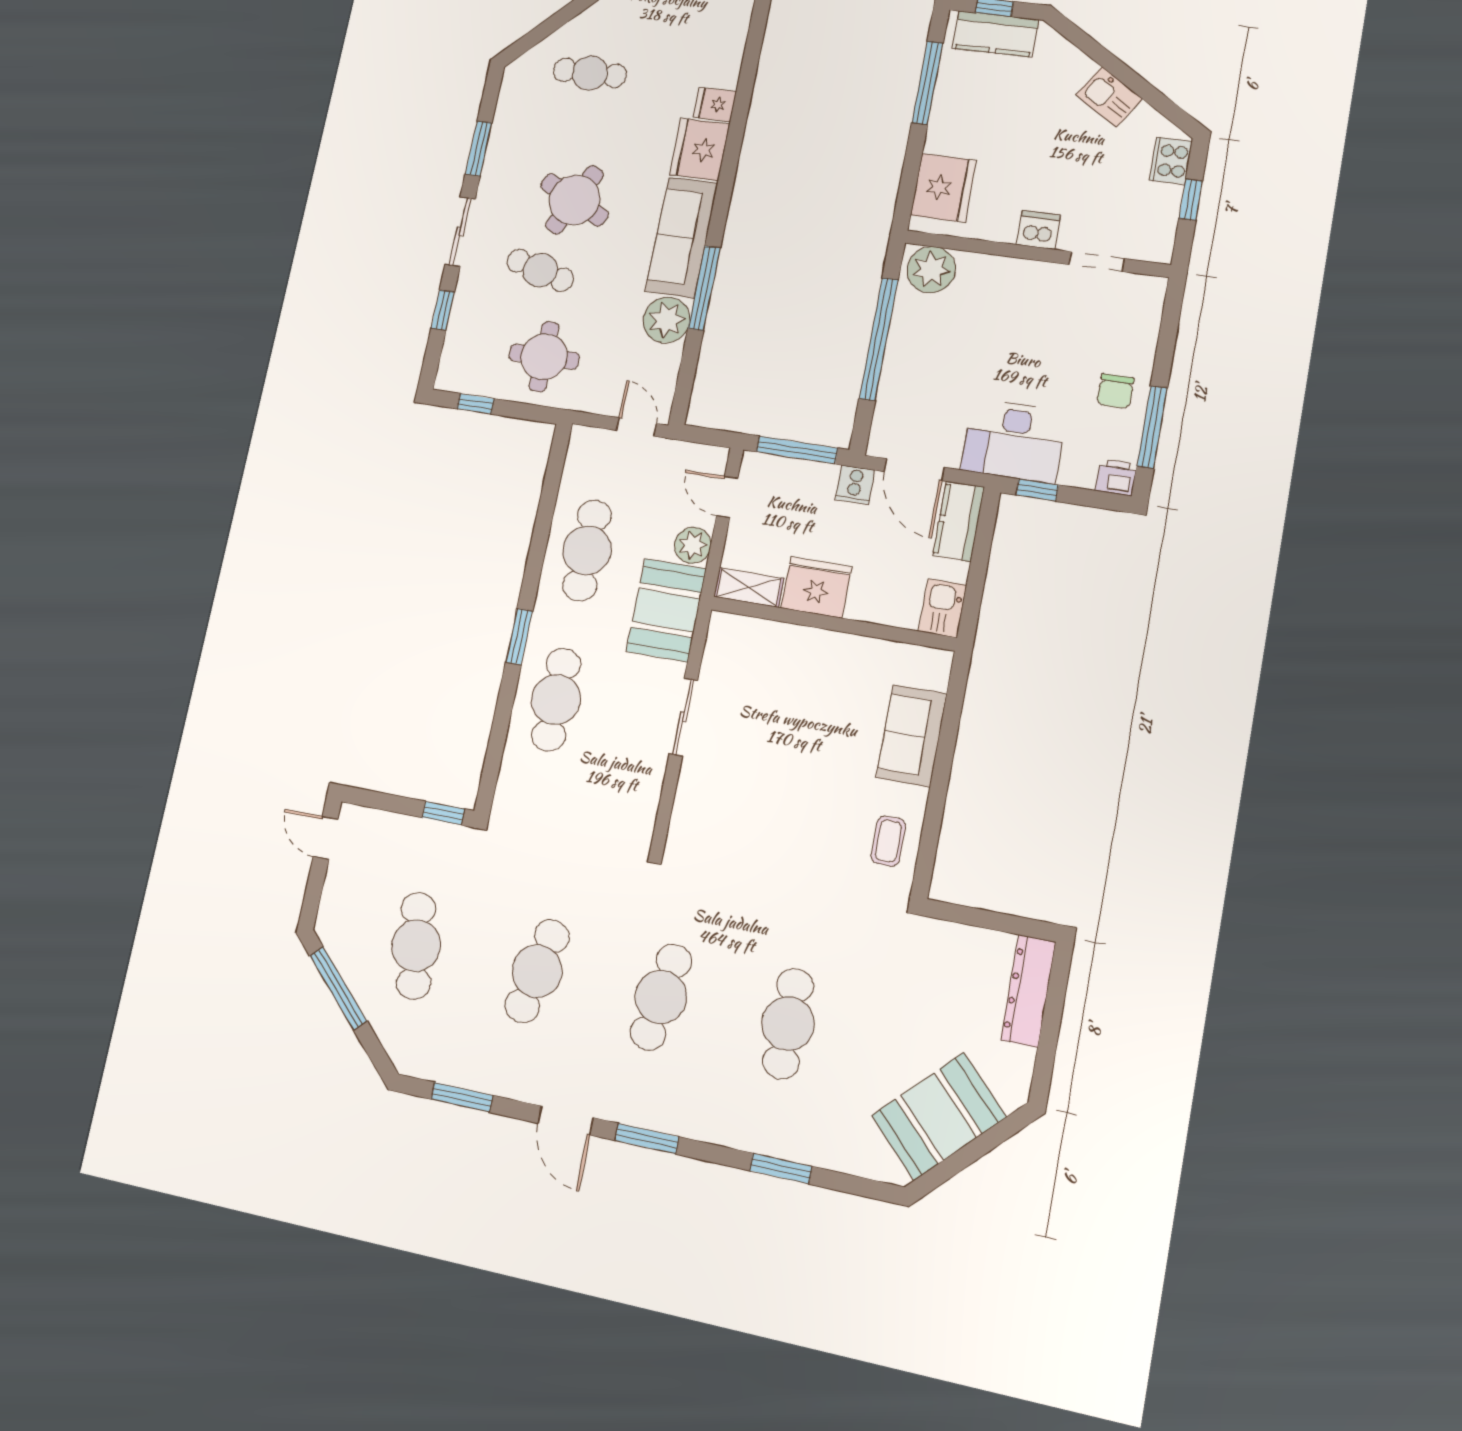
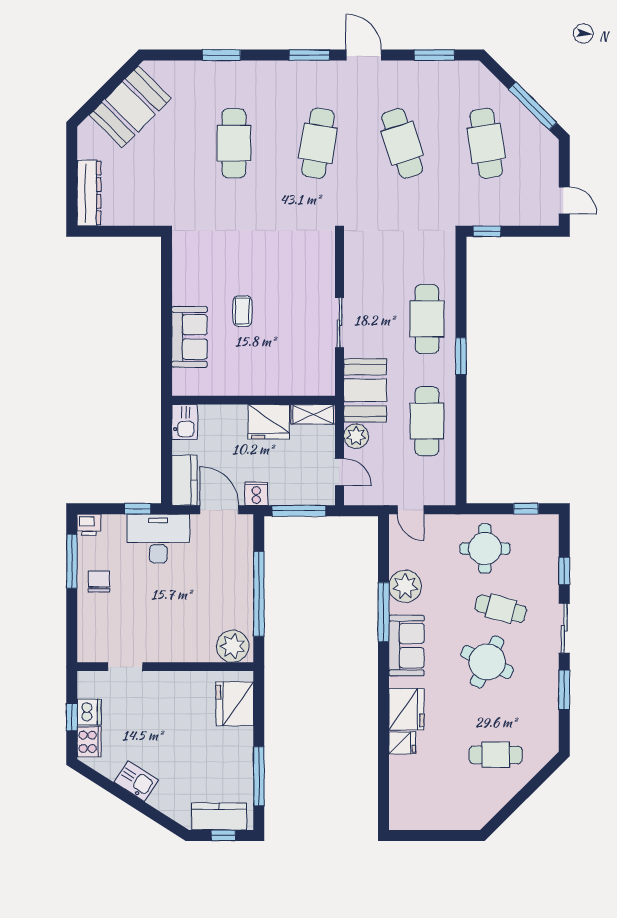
dishwasher: (1038, 230) -> (89, 712), moved, turned -90
sofa: (682, 237) -> (406, 646), width x0.73
coffee table: (888, 841) -> (242, 311), moved
cafe table: (537, 971) -> (402, 143), turned -30

